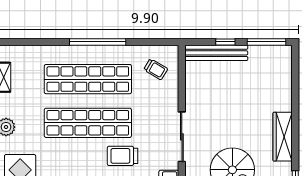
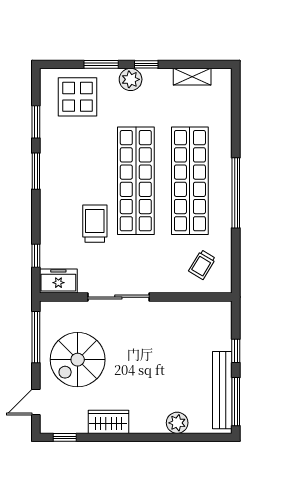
bench: (216, 53) -> (222, 390), moved
plant: (283, 89) -> (177, 423), added
wardrobe: (283, 137) -> (108, 422), width x0.67

